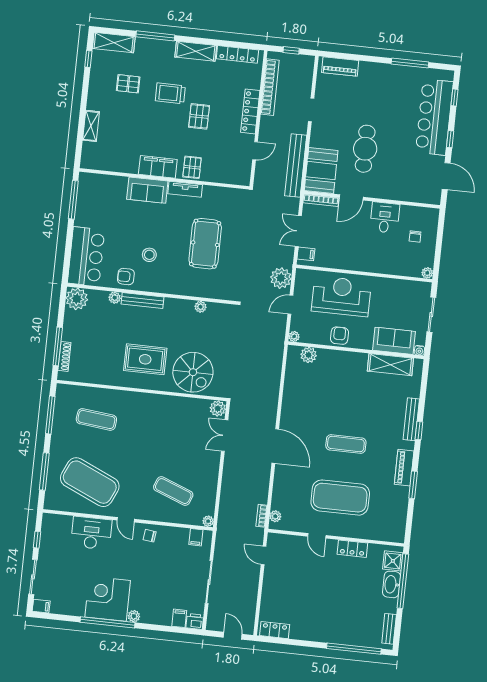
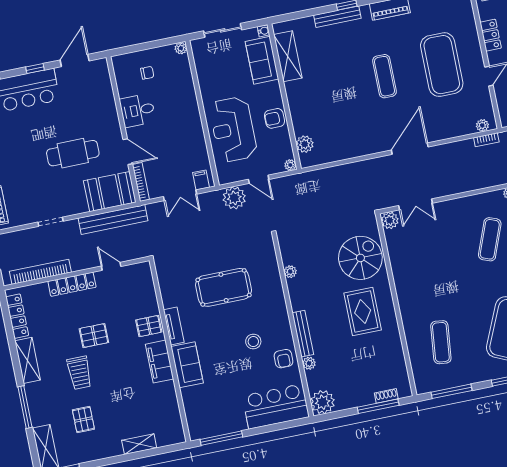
shoe rack: (64, 356) -> (386, 396), width x0.70

